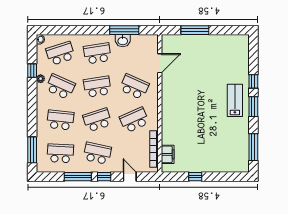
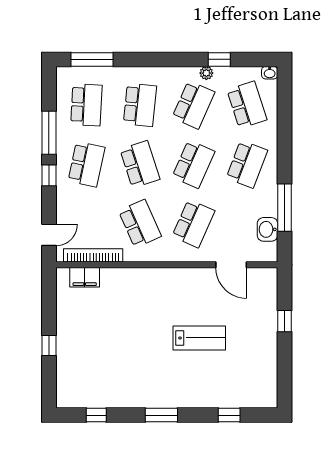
window: (195, 30) -> (284, 321), width x0.46
washbasin: (123, 41) -> (267, 229), moved
school desk: (97, 53) -> (247, 164), turned 30
window: (253, 81) -> (229, 415), moved
school desk: (97, 87) -> (193, 164), turned 33
lab bench: (235, 100) -> (199, 338), moved
window: (253, 147) -> (96, 415), width x0.46
door: (130, 177) -> (49, 235), moved
window: (195, 177) -> (49, 345), moved

